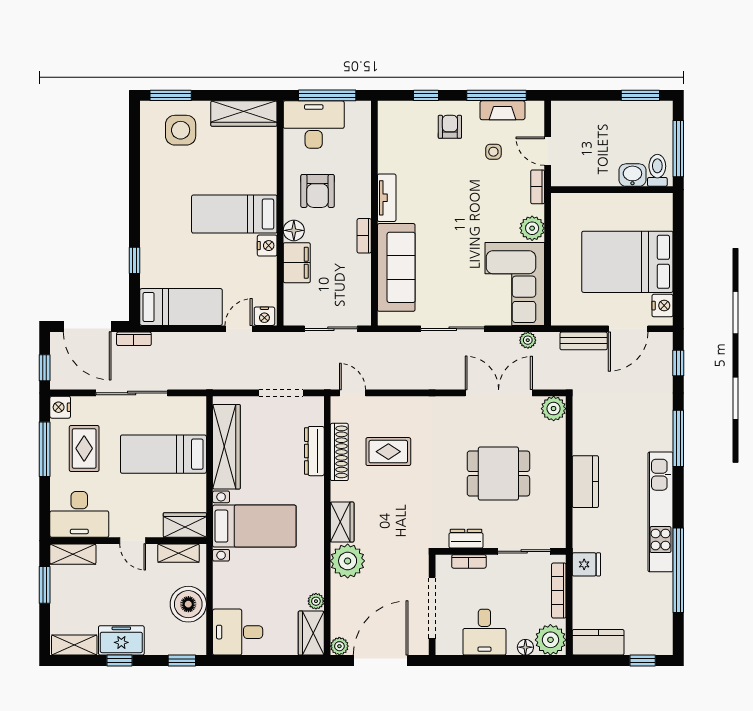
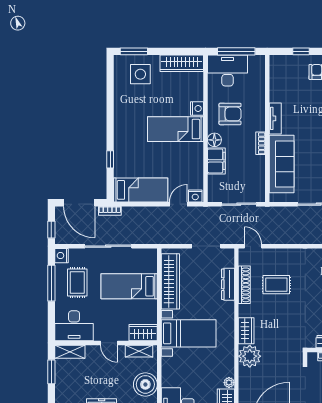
armchair: (318, 191) -> (230, 114), turned -90
nightstand: (267, 246) -> (197, 108), moved

